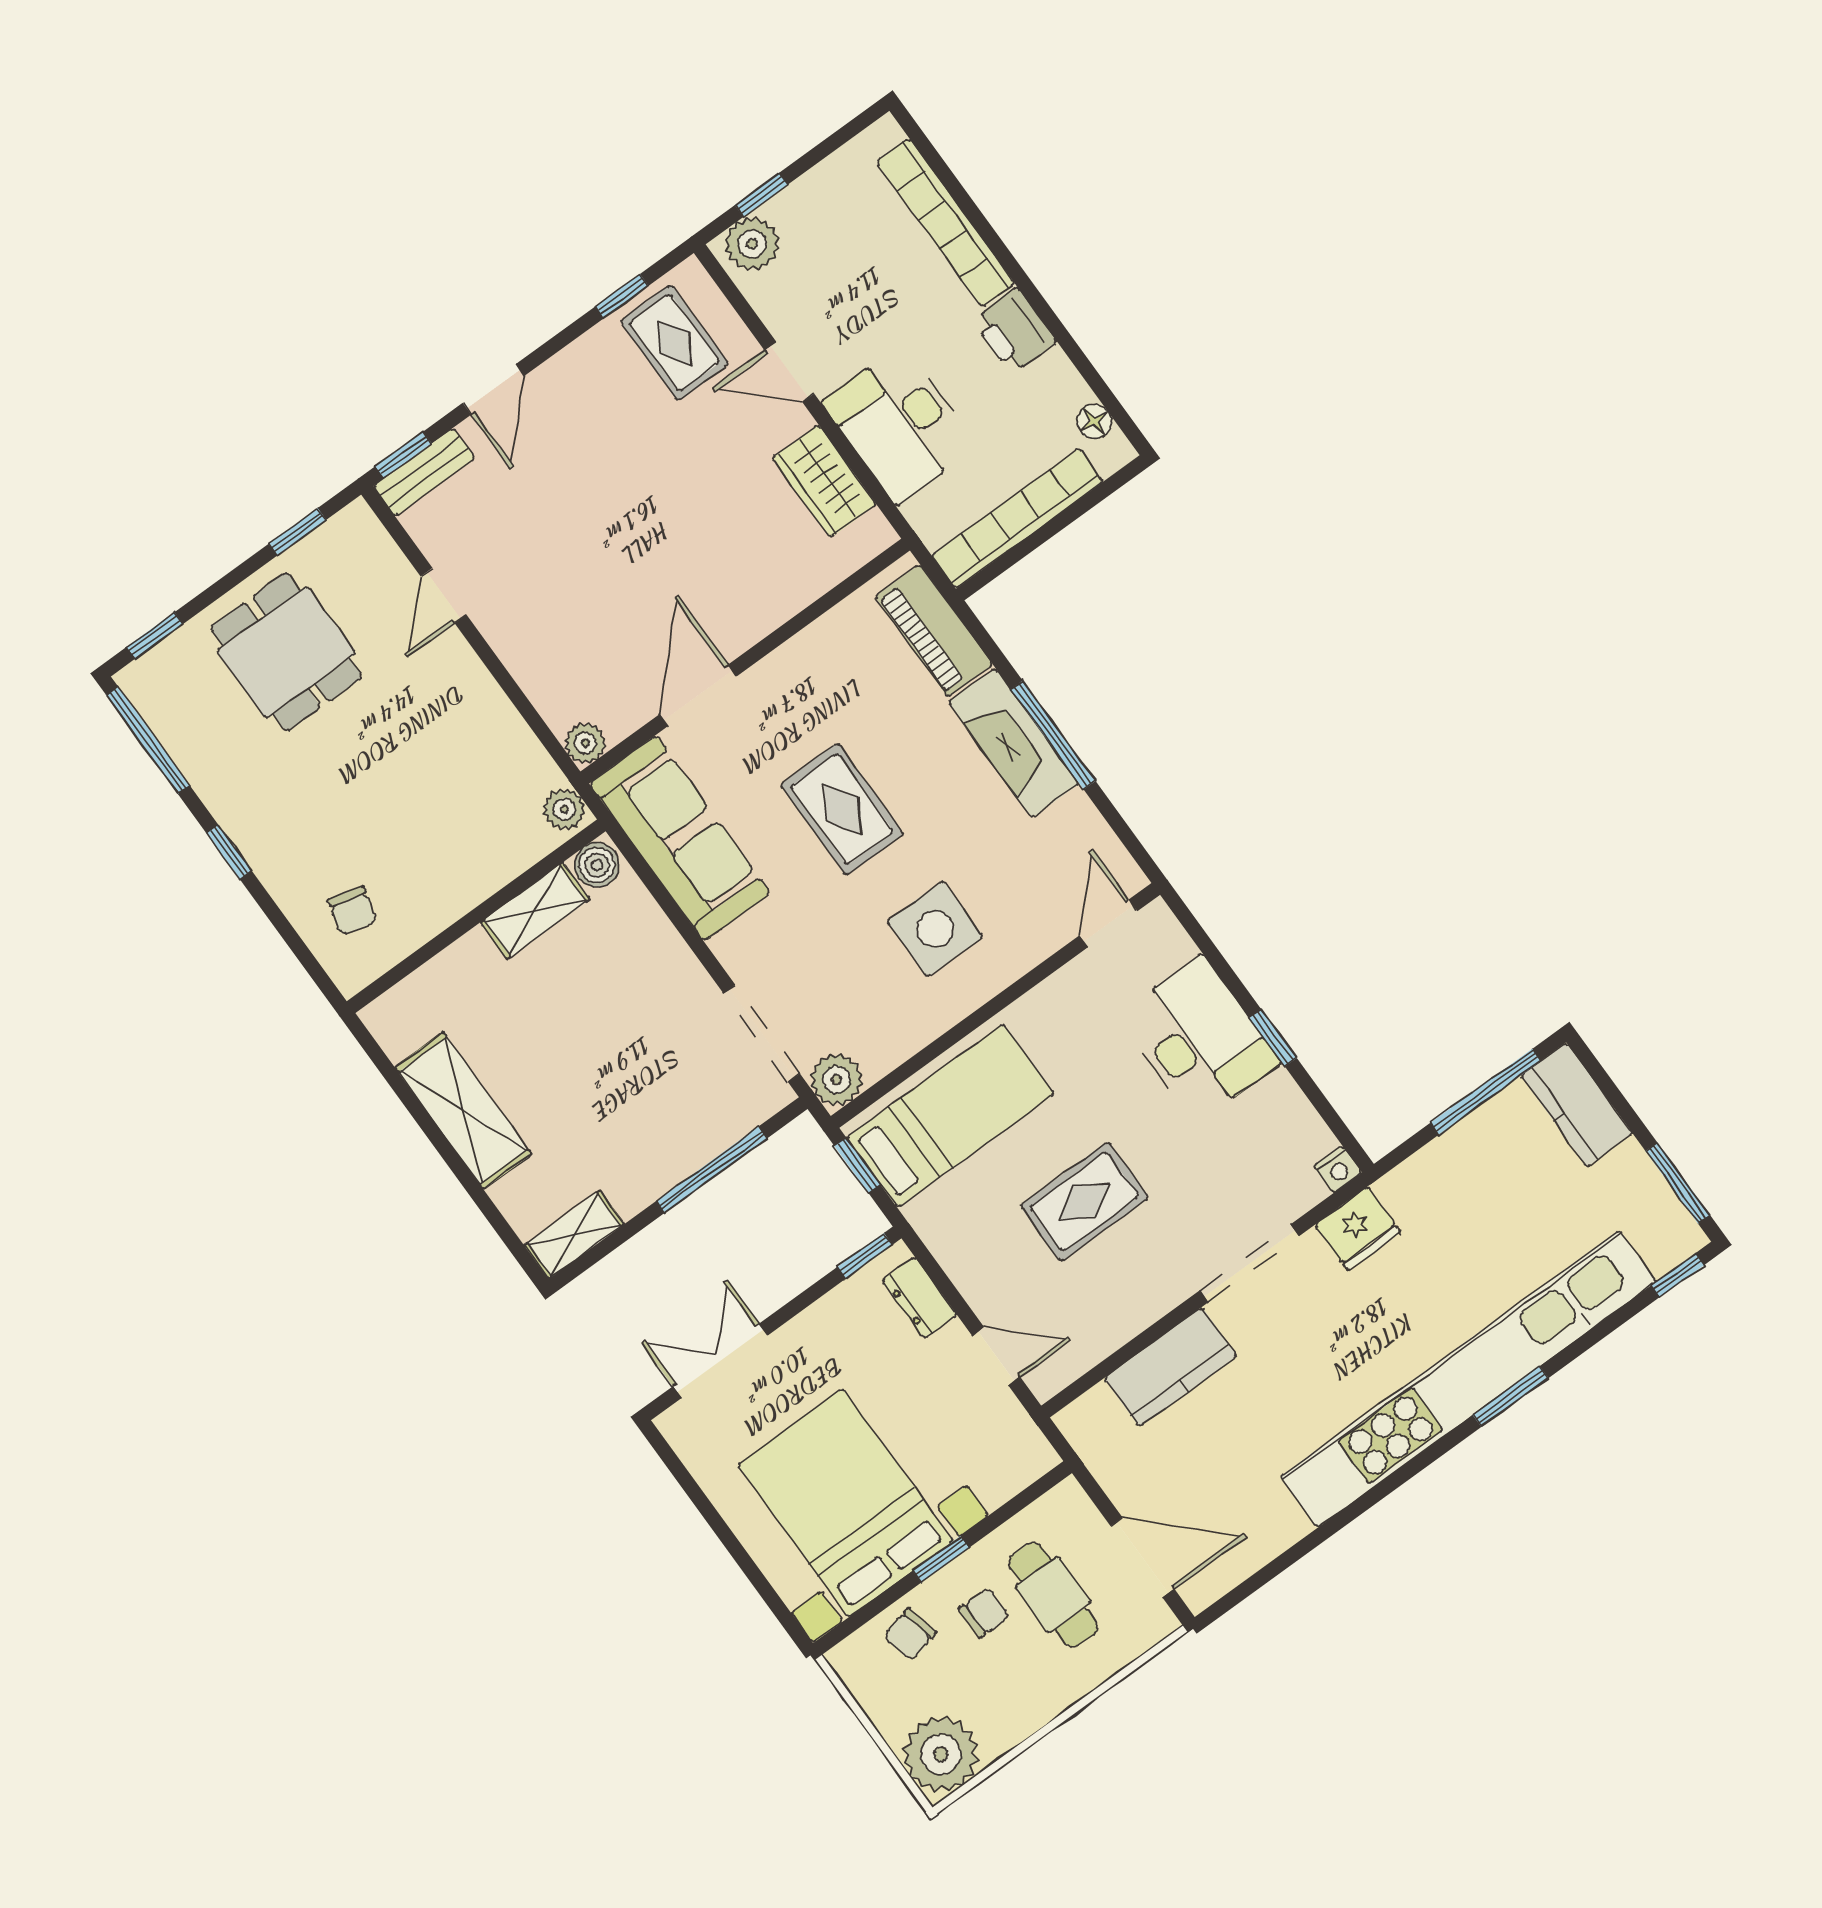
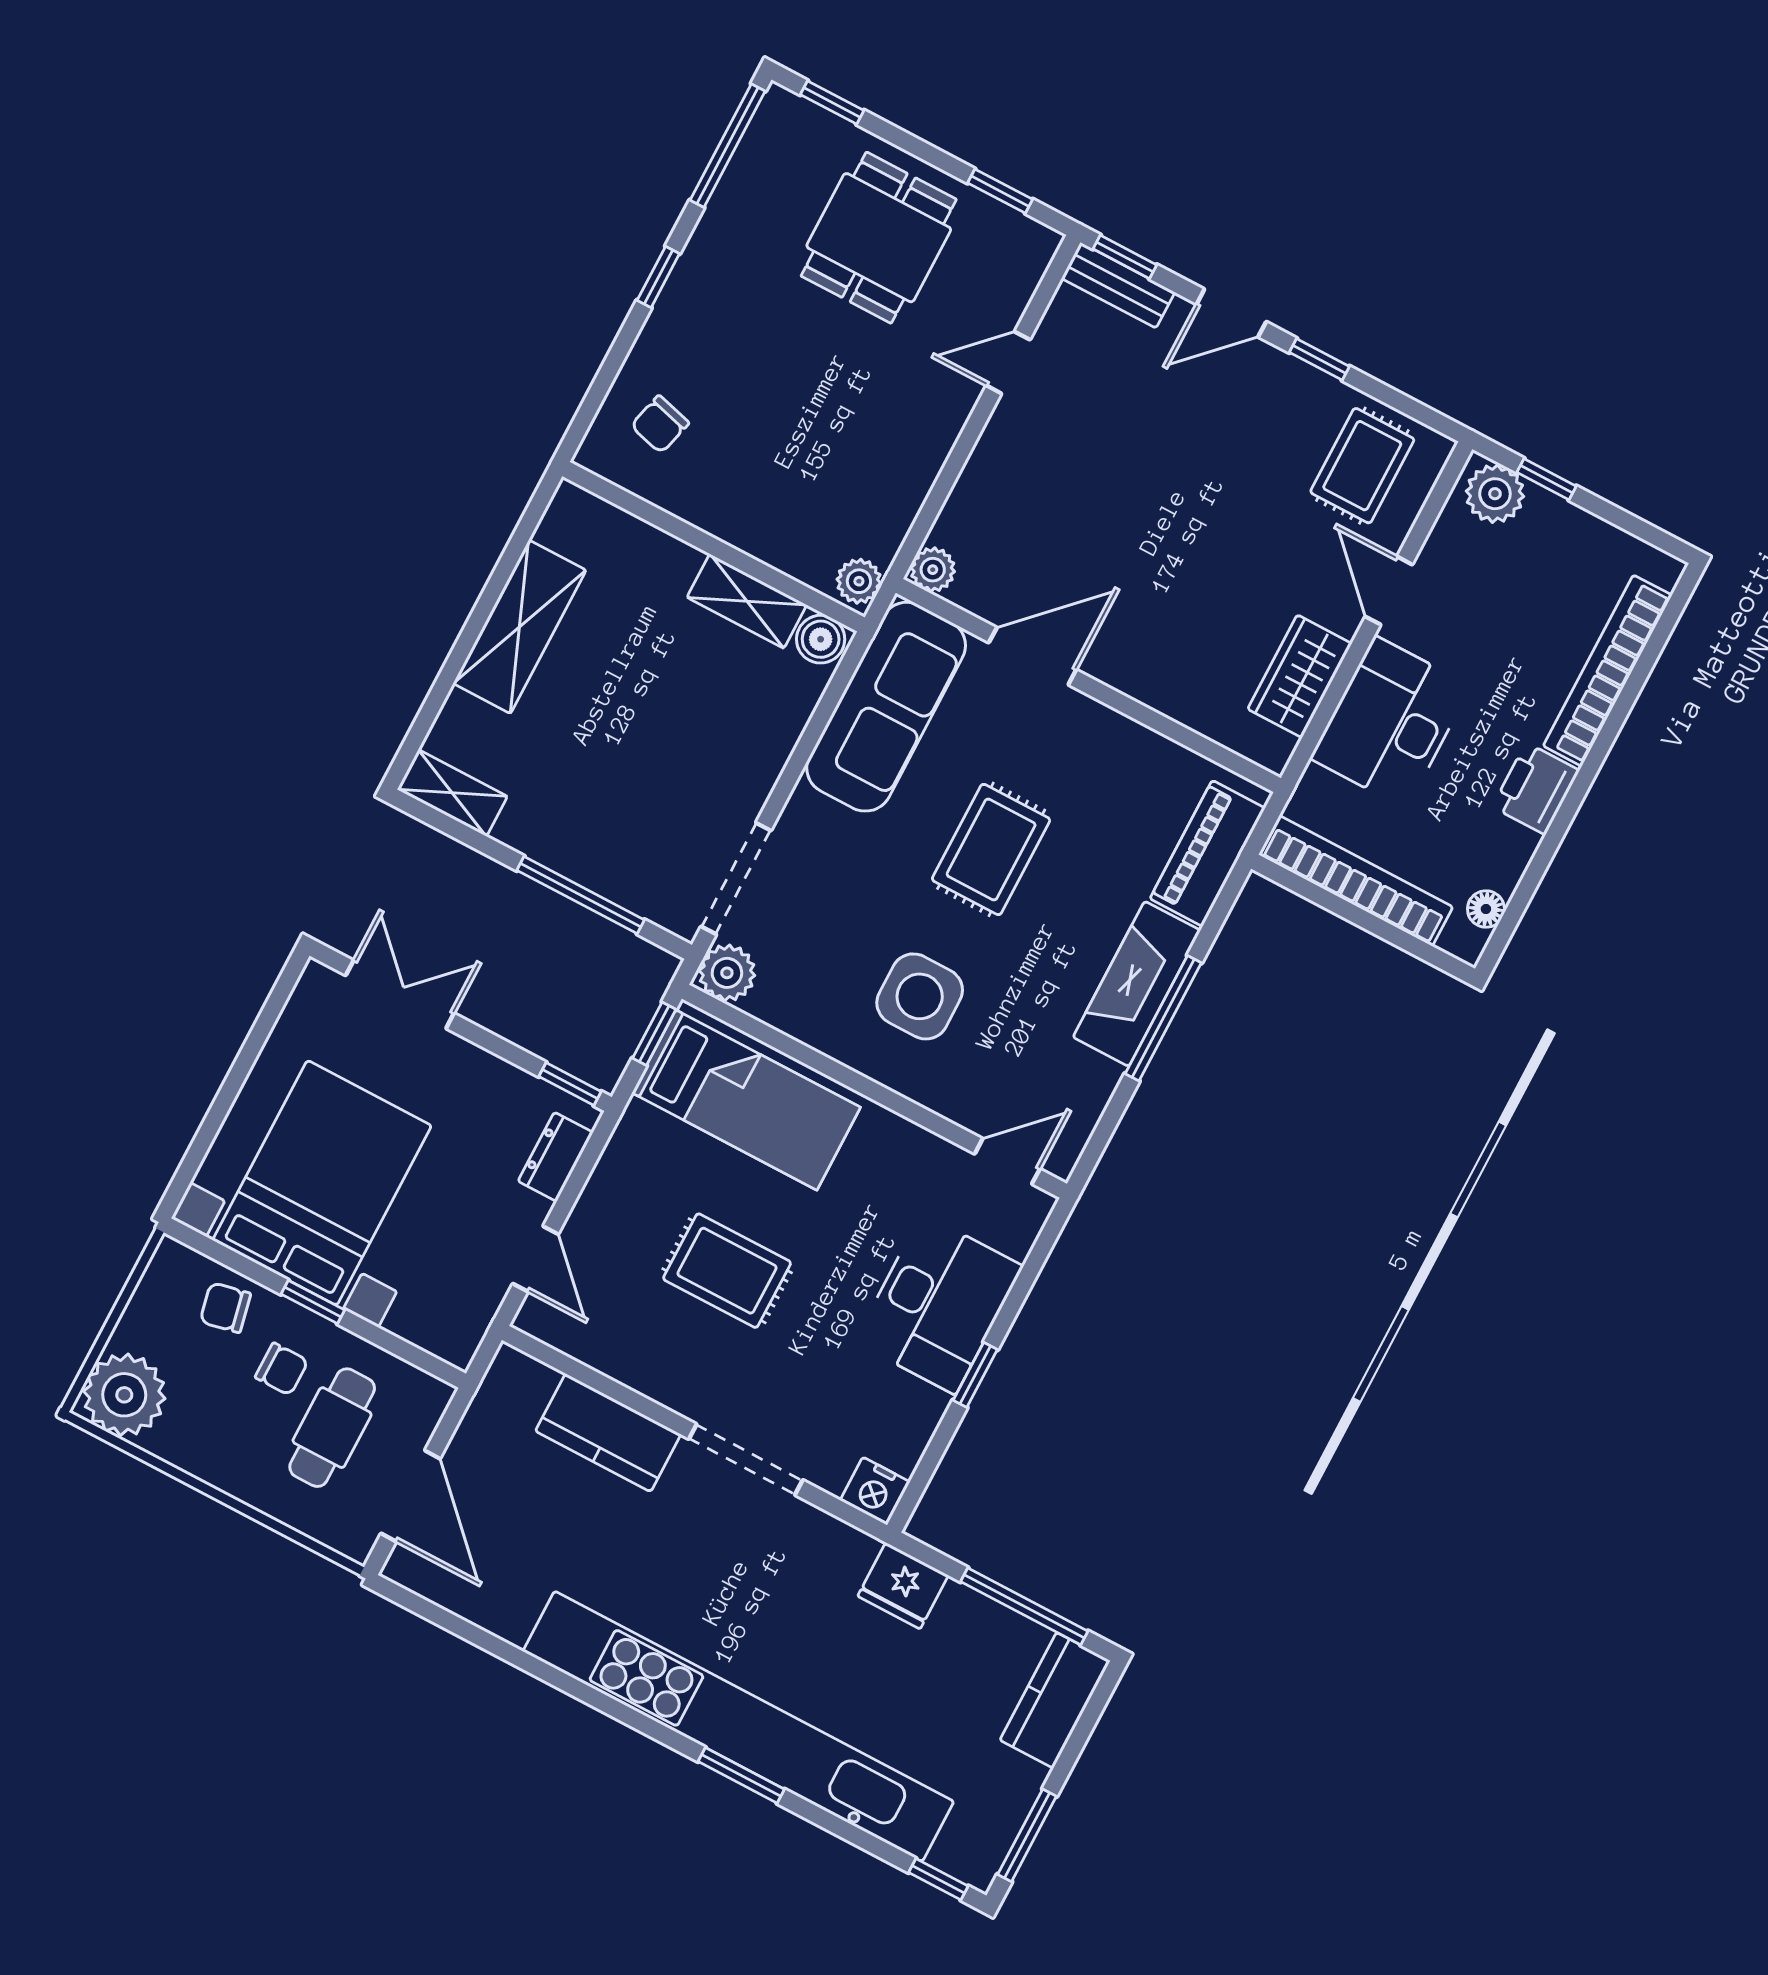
window: (622, 296) -> (1319, 359), moved
nightstand: (1338, 1169) -> (875, 1491), width x1.39, depth x1.35
fridge: (1358, 1229) -> (903, 1586), moved

